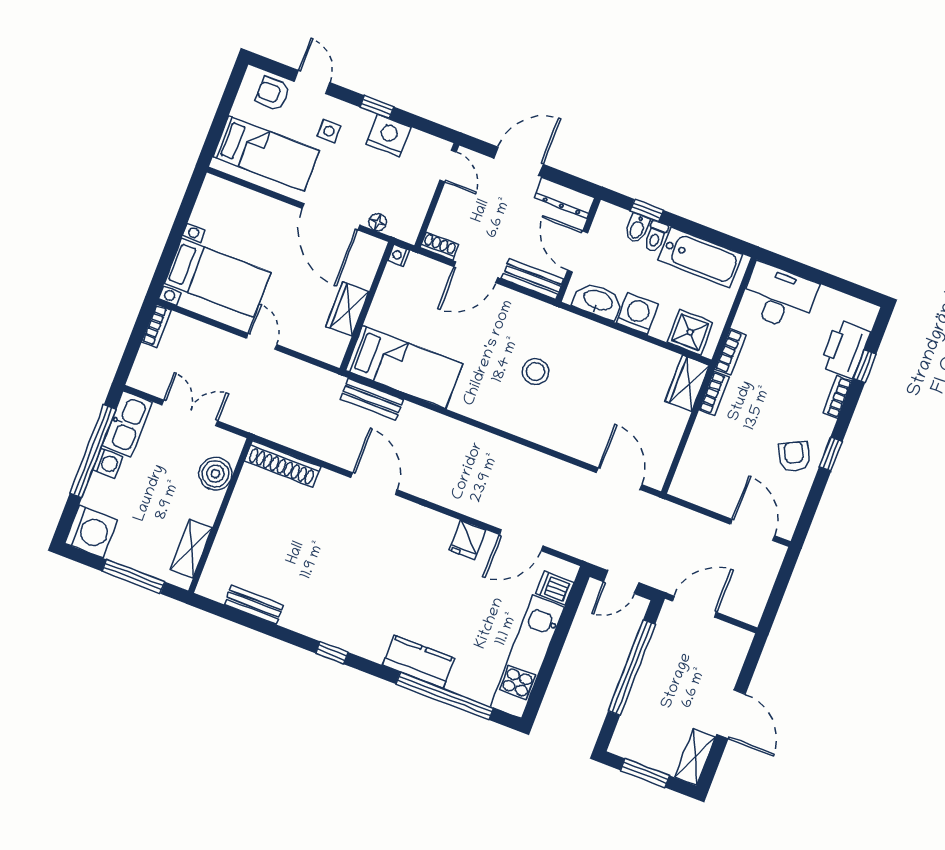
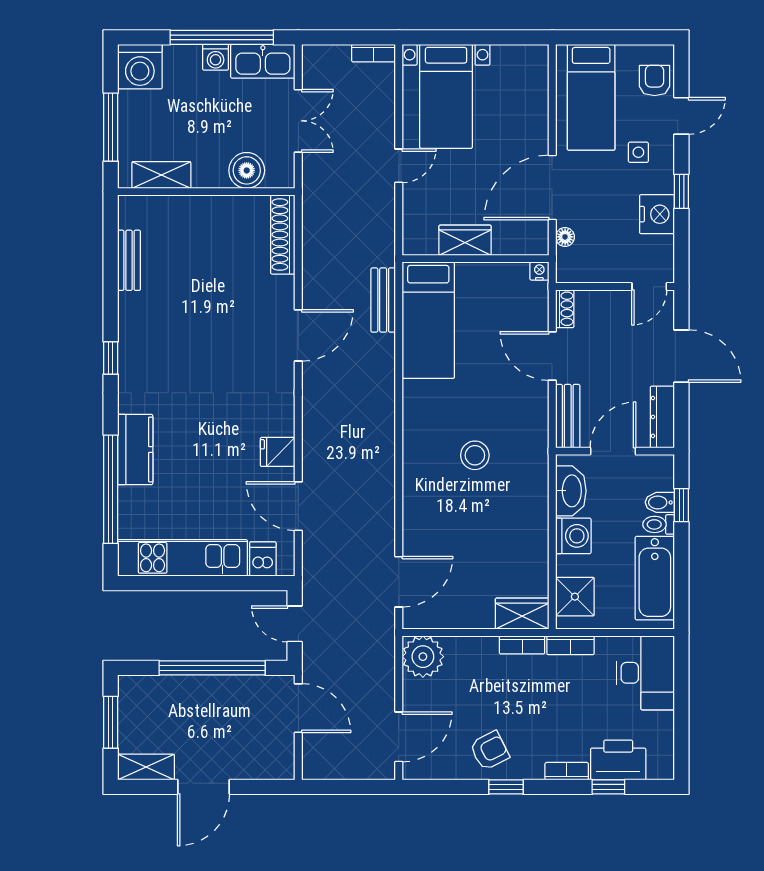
plant: (691, 483) -> (423, 657), added

